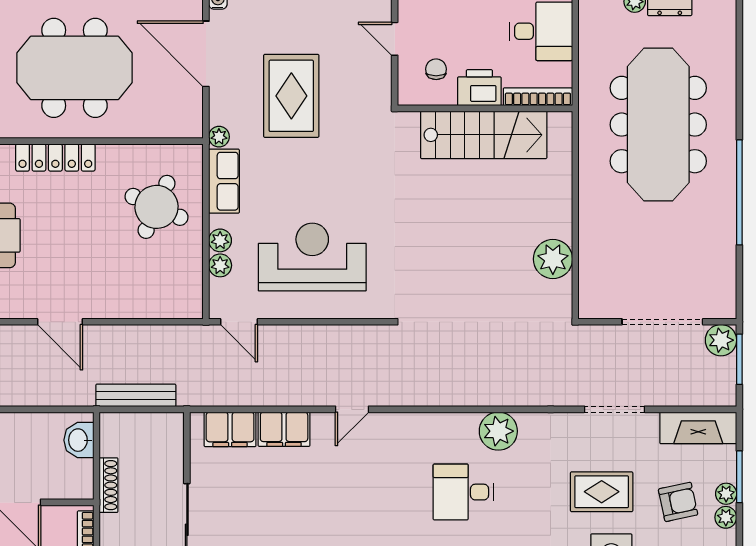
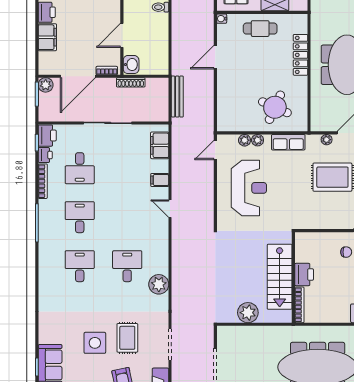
printer: (479, 88) -> (304, 275), moved
bookcase: (538, 97) -> (299, 305), moved
wall: (485, 108) -> (293, 277), moved
stairs: (484, 135) -> (280, 277), moved
plant: (219, 137) -> (327, 140), moved
filing cabinet: (284, 429) -> (160, 180), width x0.50
washbasin: (79, 440) -> (131, 65), moved, turned 90

